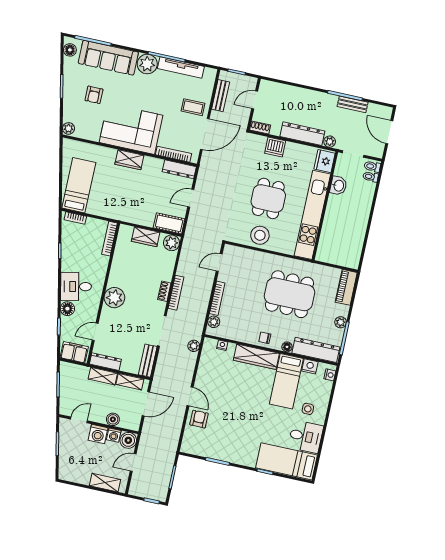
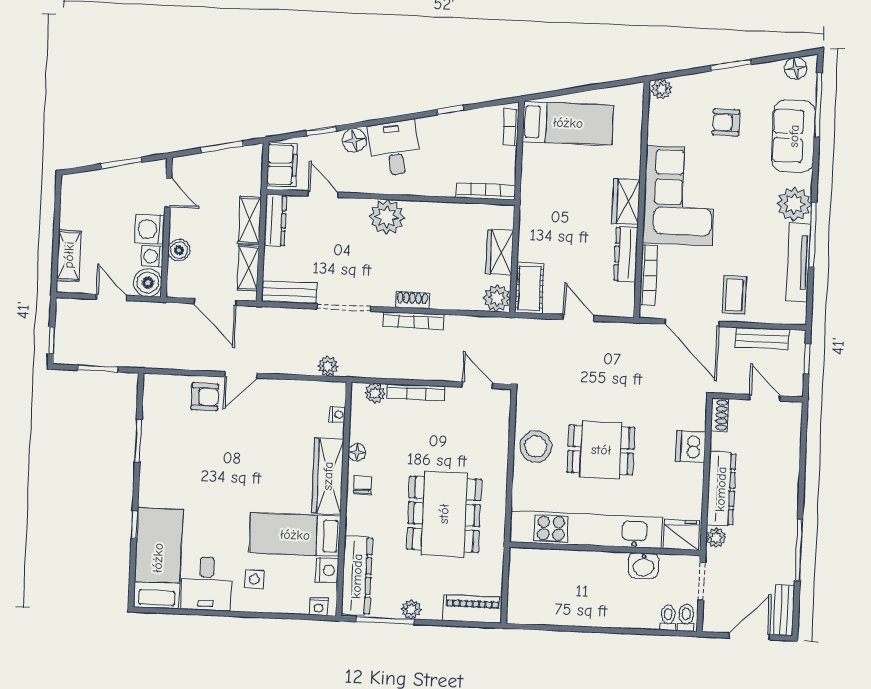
sofa: (108, 58) -> (794, 136), width x0.73
bench: (353, 104) -> (784, 610), moved
dresser: (179, 169) -> (626, 254), moved
floor lamp: (287, 347) -> (357, 452), moved

